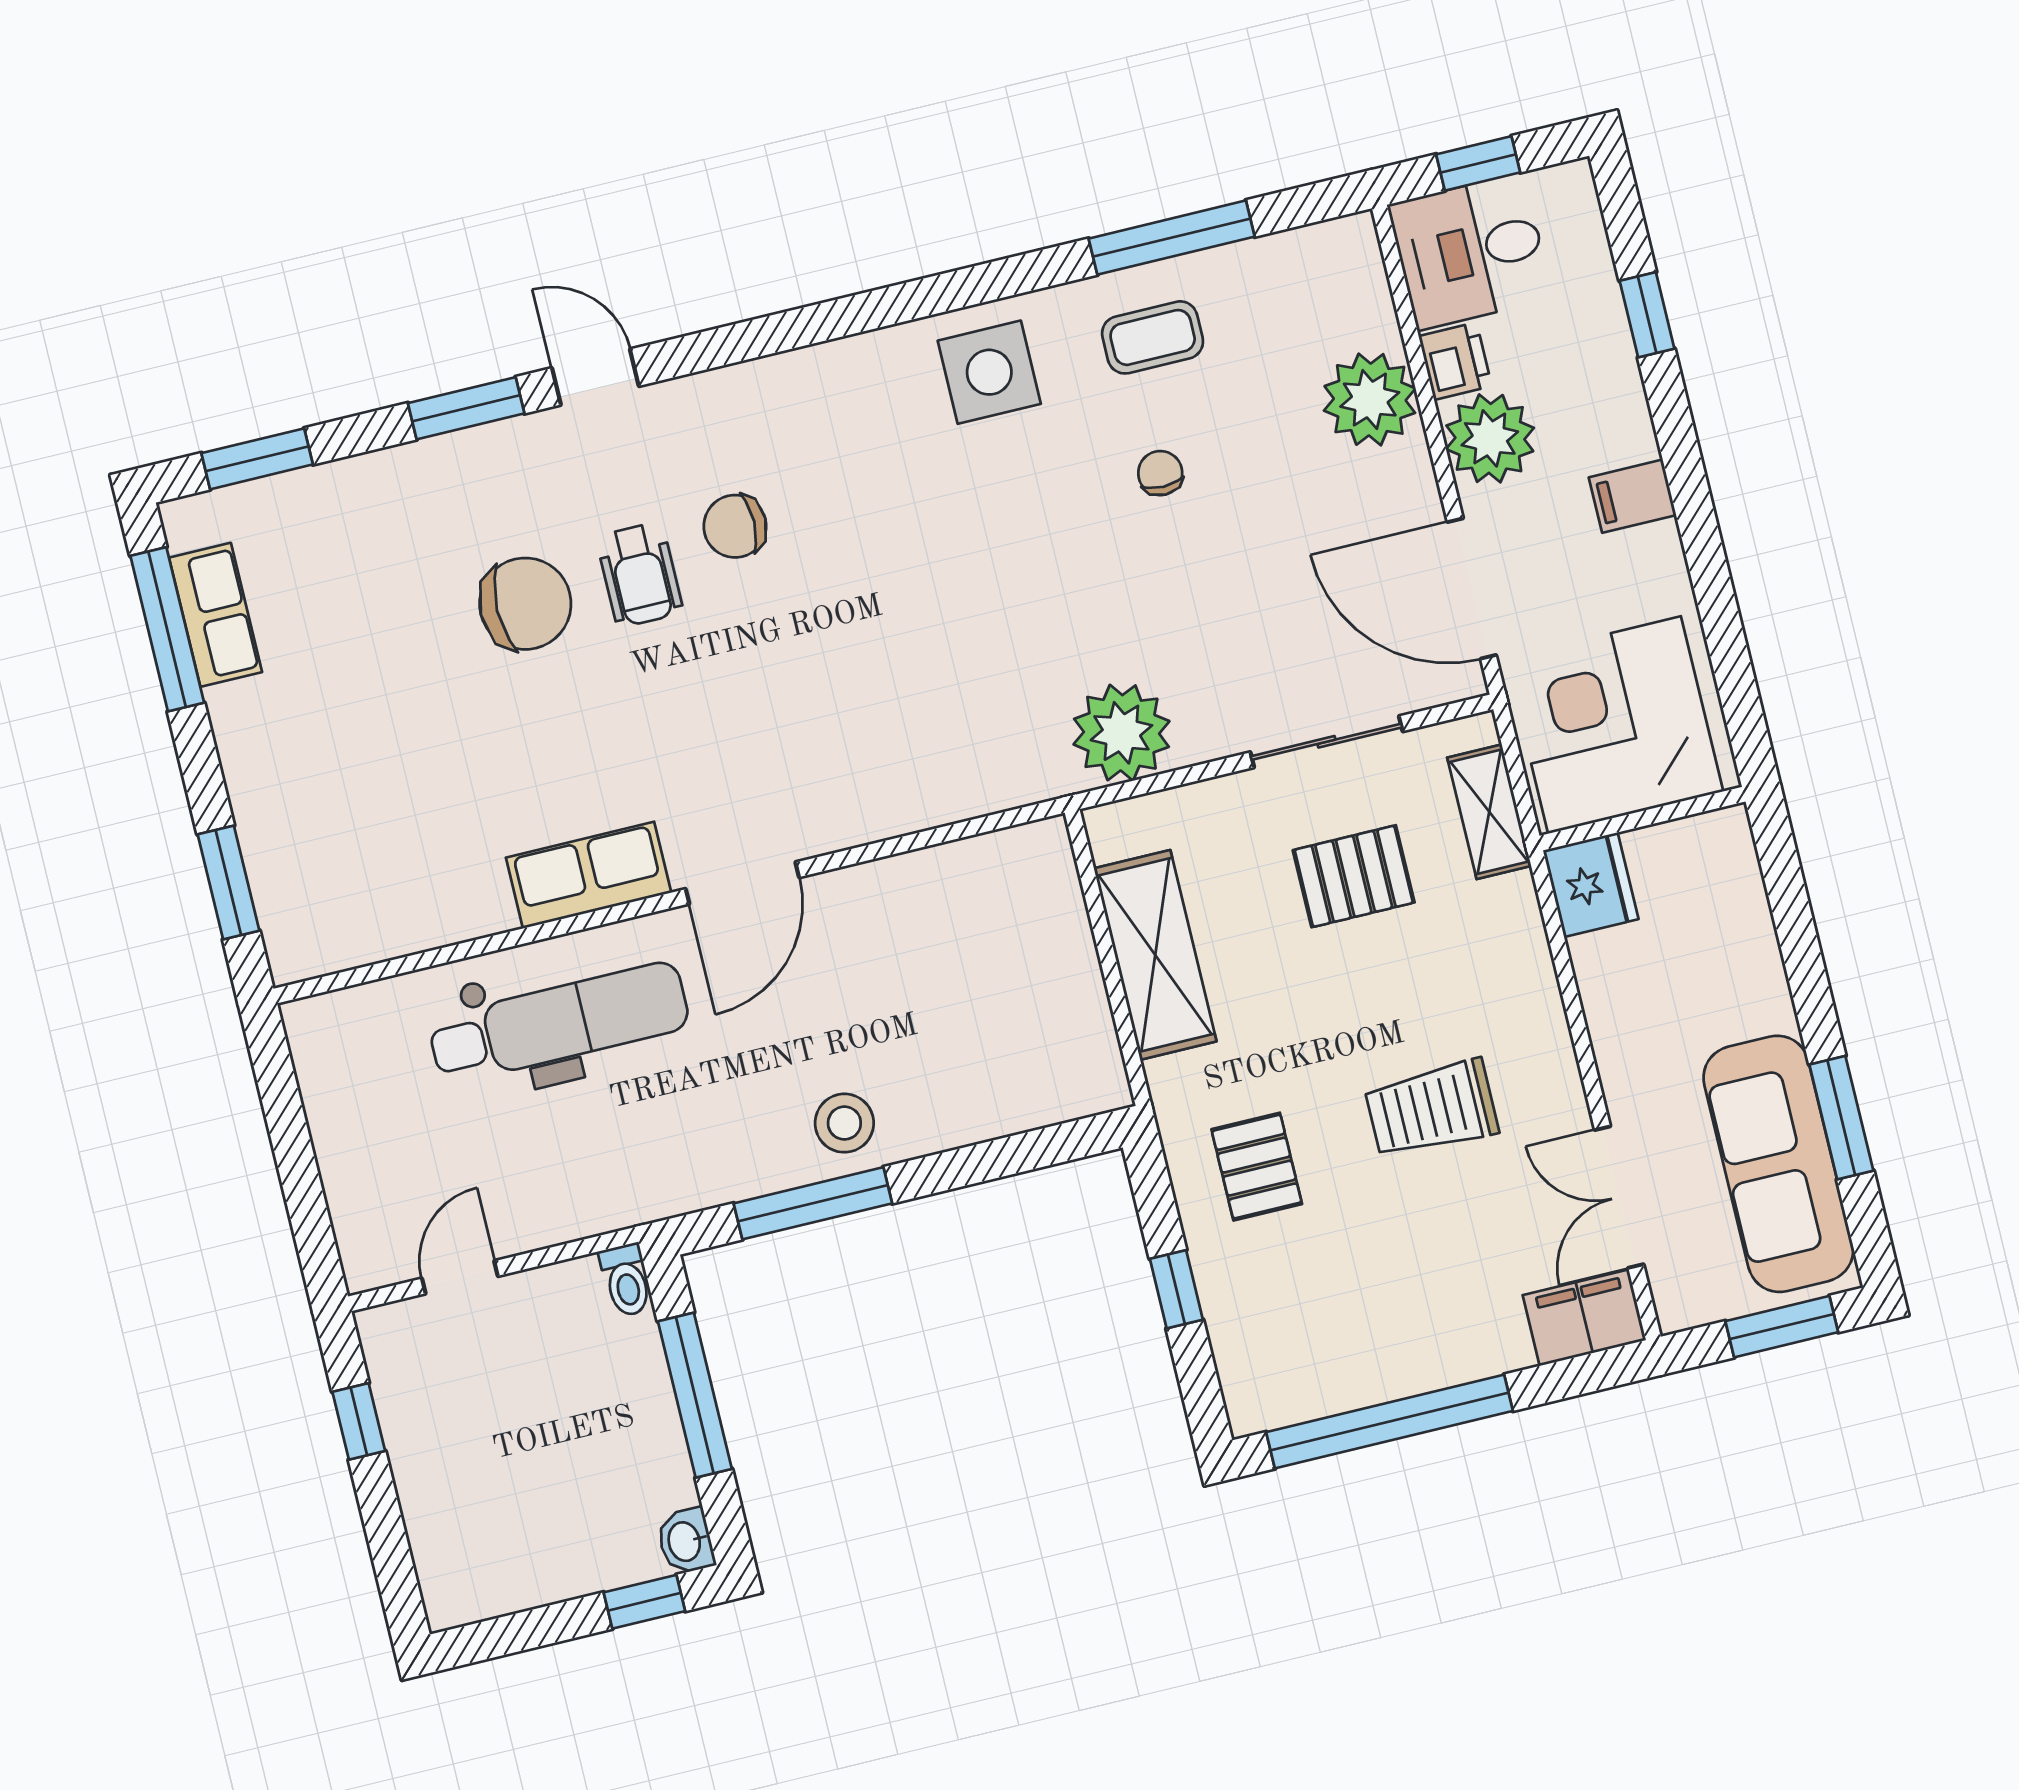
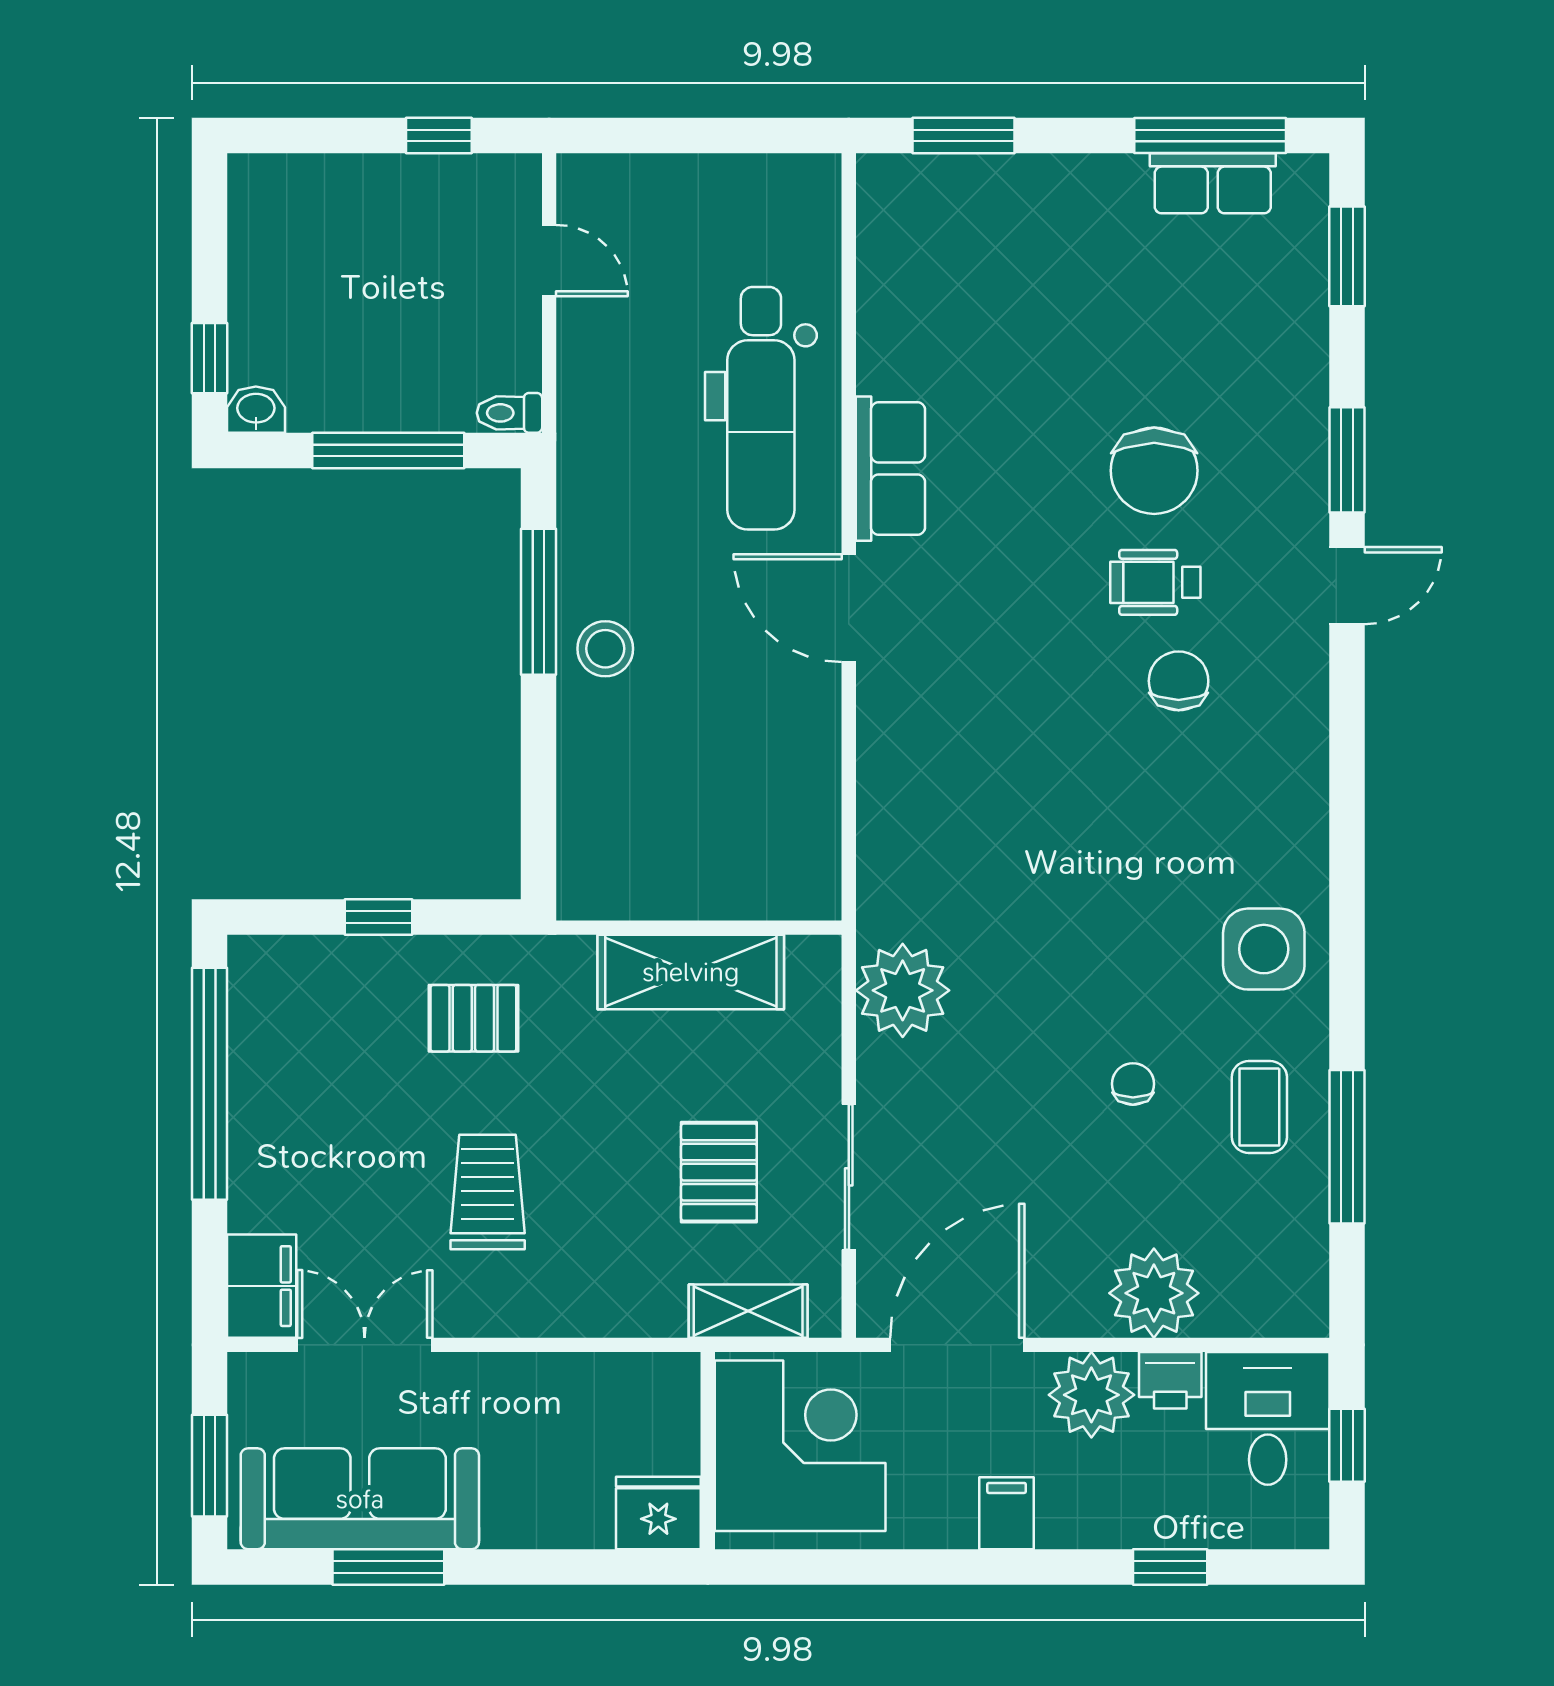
chair: (1160, 473) -> (1133, 1084), turned -90
fridge: (1591, 885) -> (658, 1513), moved, turned 180

